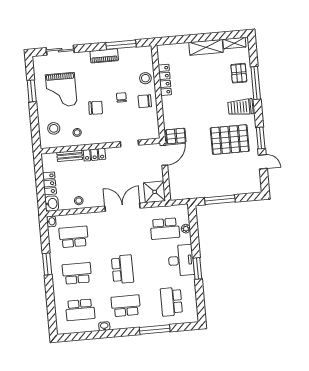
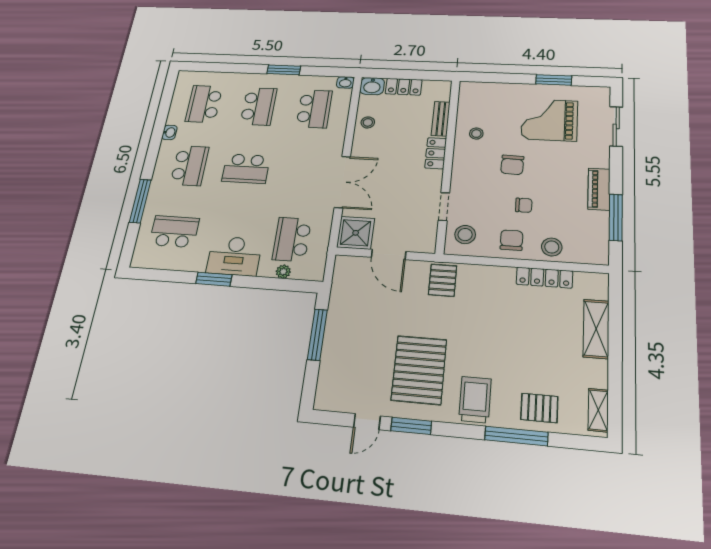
shelving: (206, 47) -> (596, 329), moved
stool: (54, 128) -> (465, 235), moved
door: (164, 155) -> (389, 254), moved

